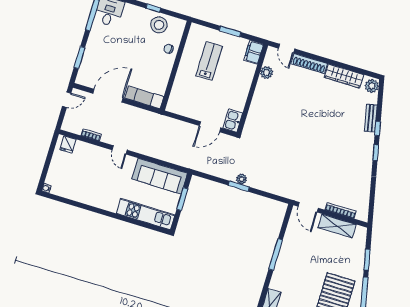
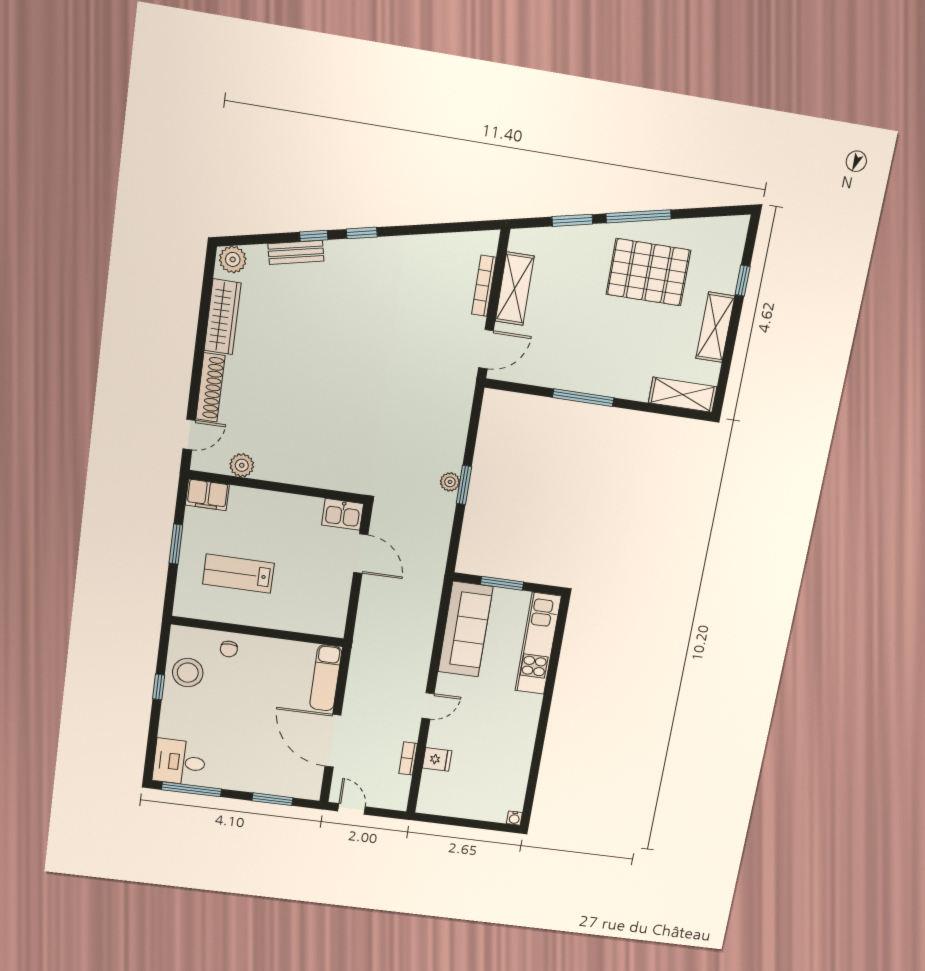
fridge: (68, 144) -> (437, 759), moved

